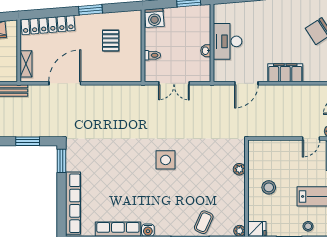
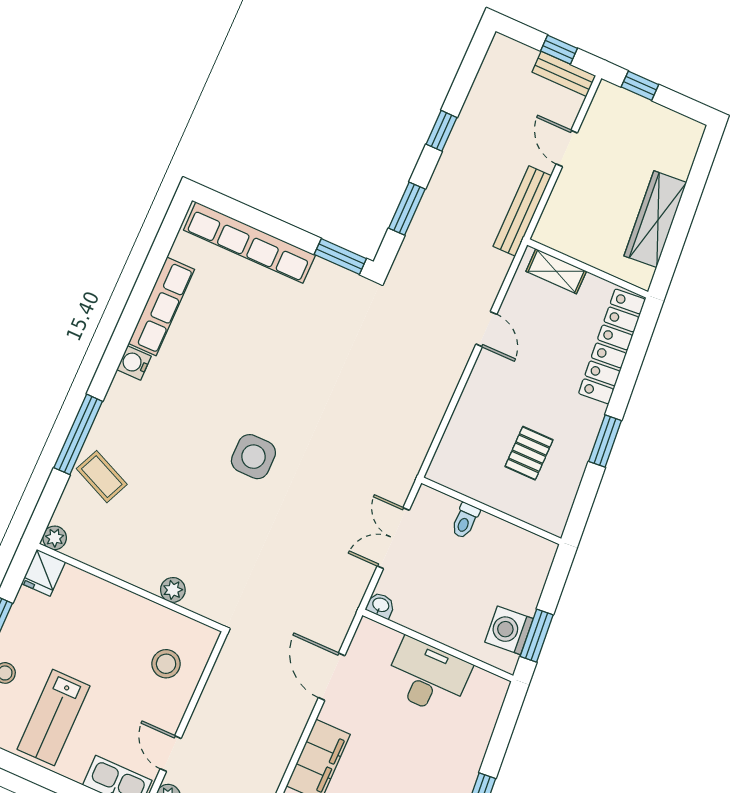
washing machine: (154, 18) -> (509, 630), moved
pallet: (111, 41) -> (529, 453), turned 90
washbasin: (206, 51) -> (381, 605), moved
door: (65, 83) -> (486, 329), width x0.53
stool: (269, 187) -> (166, 664), moved

